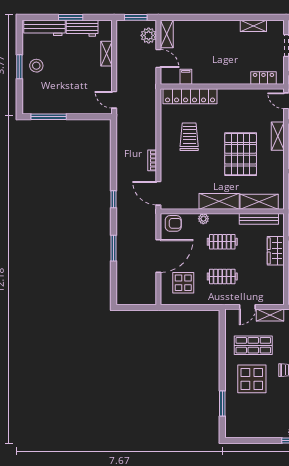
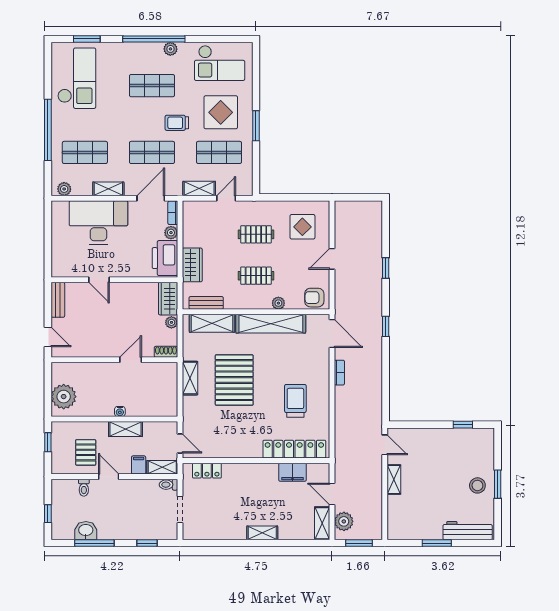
shelving: (253, 26) -> (262, 533), moved
workbench: (82, 28) -> (423, 530), removed
shelving: (106, 54) -> (394, 479), moved
filing cabinet: (186, 77) -> (293, 472), width x2.00
window: (49, 117) -> (463, 425), width x0.46
shelving: (278, 136) -> (190, 378), moved
trolley: (189, 137) -> (295, 401), turned 180
shelving: (219, 201) -> (271, 324), width x1.47
bench: (259, 219) -> (206, 303), width x0.73
window: (113, 248) -> (386, 268), width x0.67
door: (158, 256) -> (332, 259), width x0.53
window: (222, 404) -> (256, 126), moved
checkout: (253, 420) -> (220, 63), added

